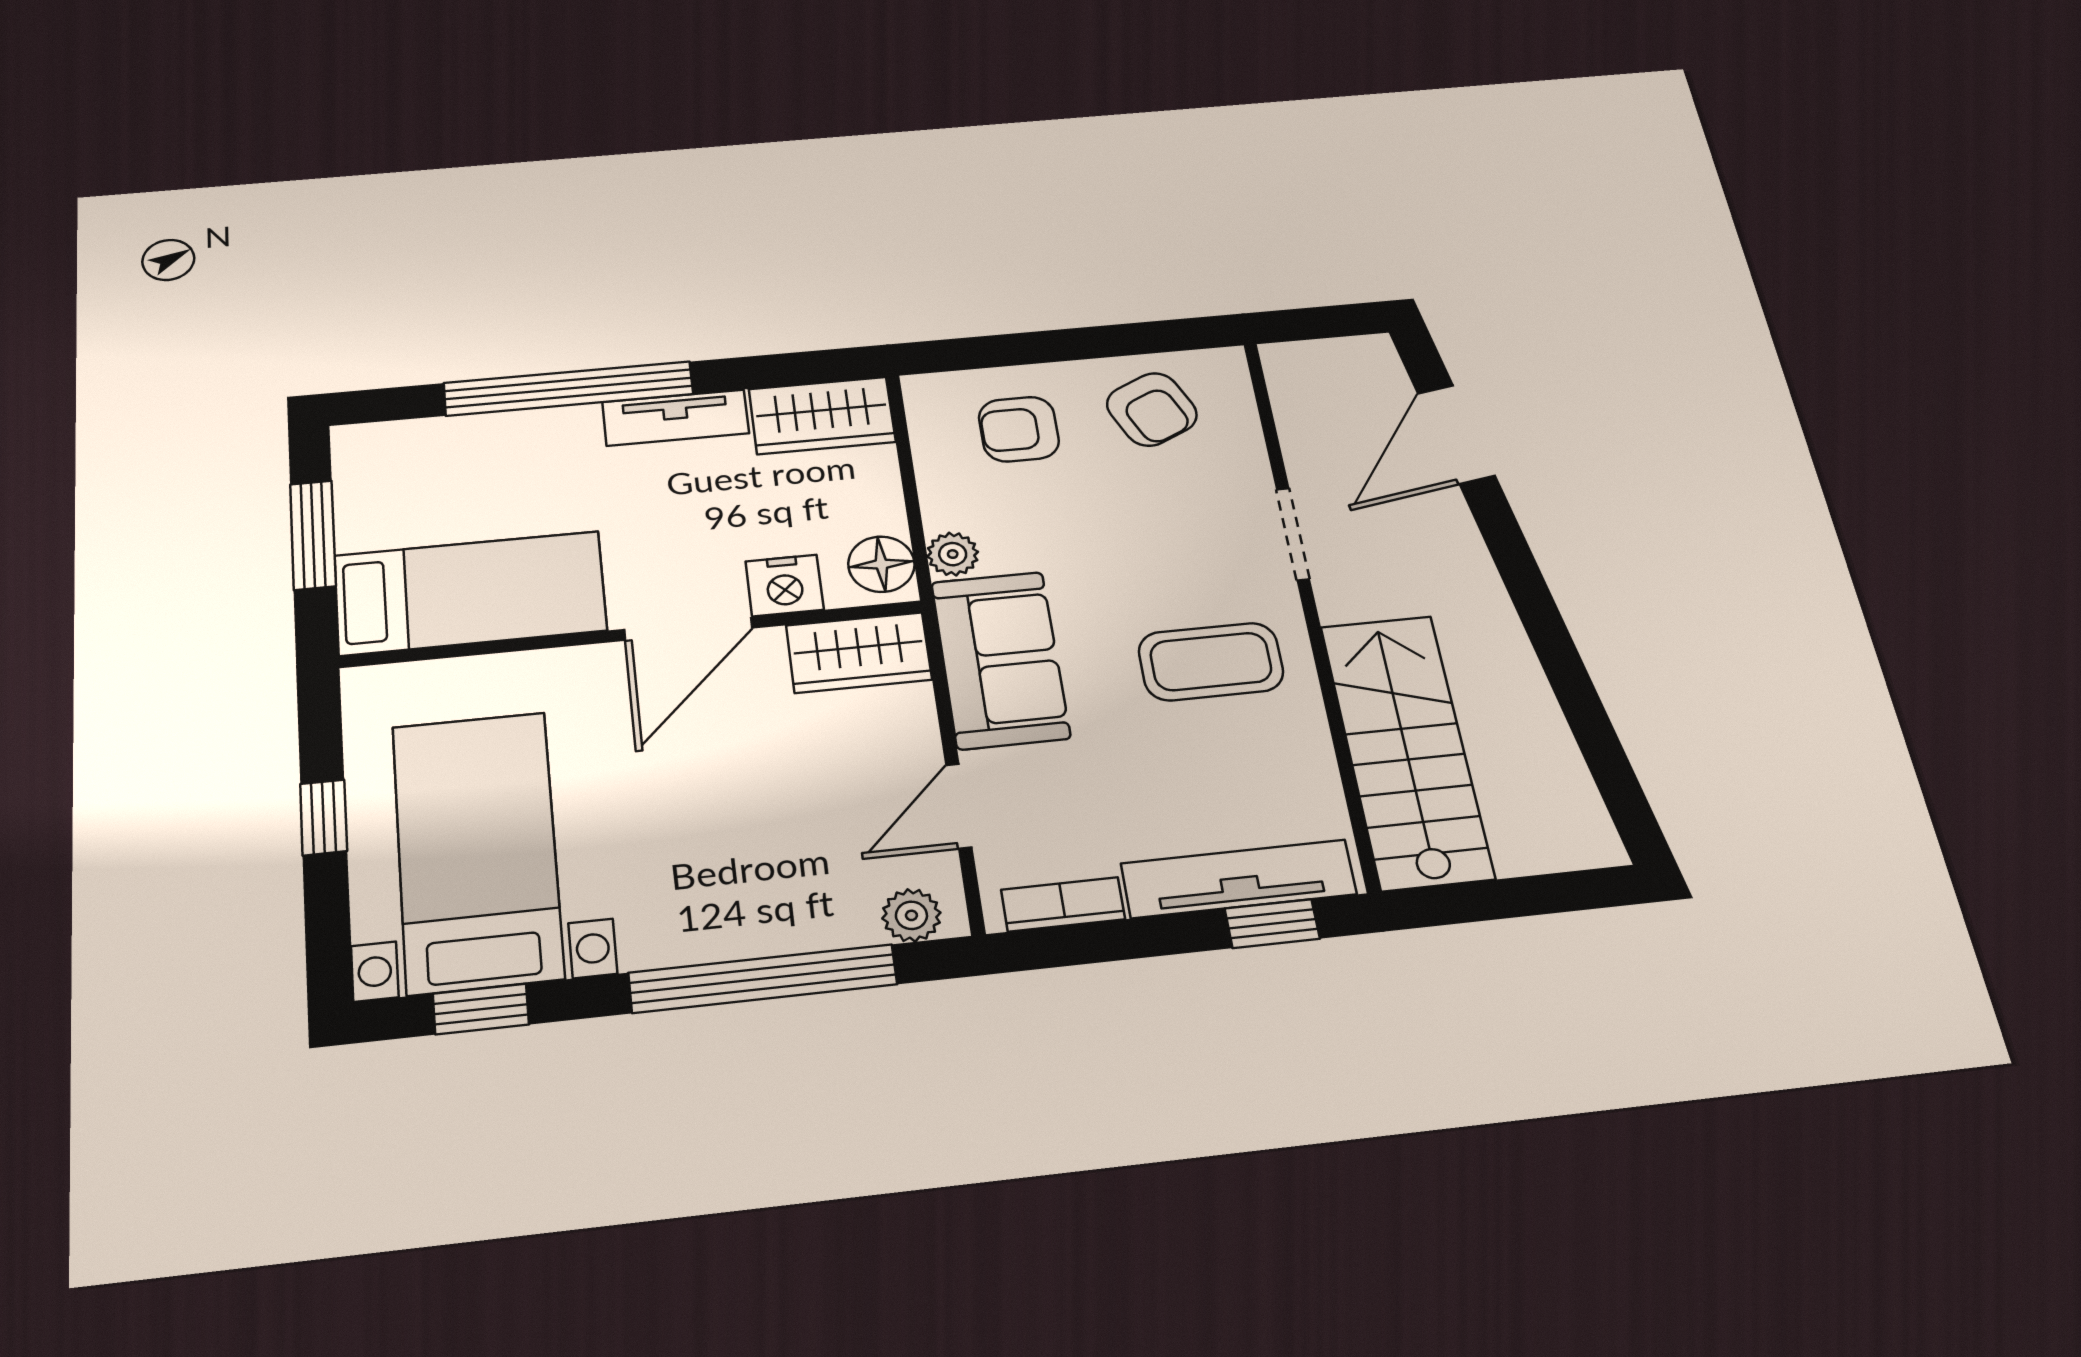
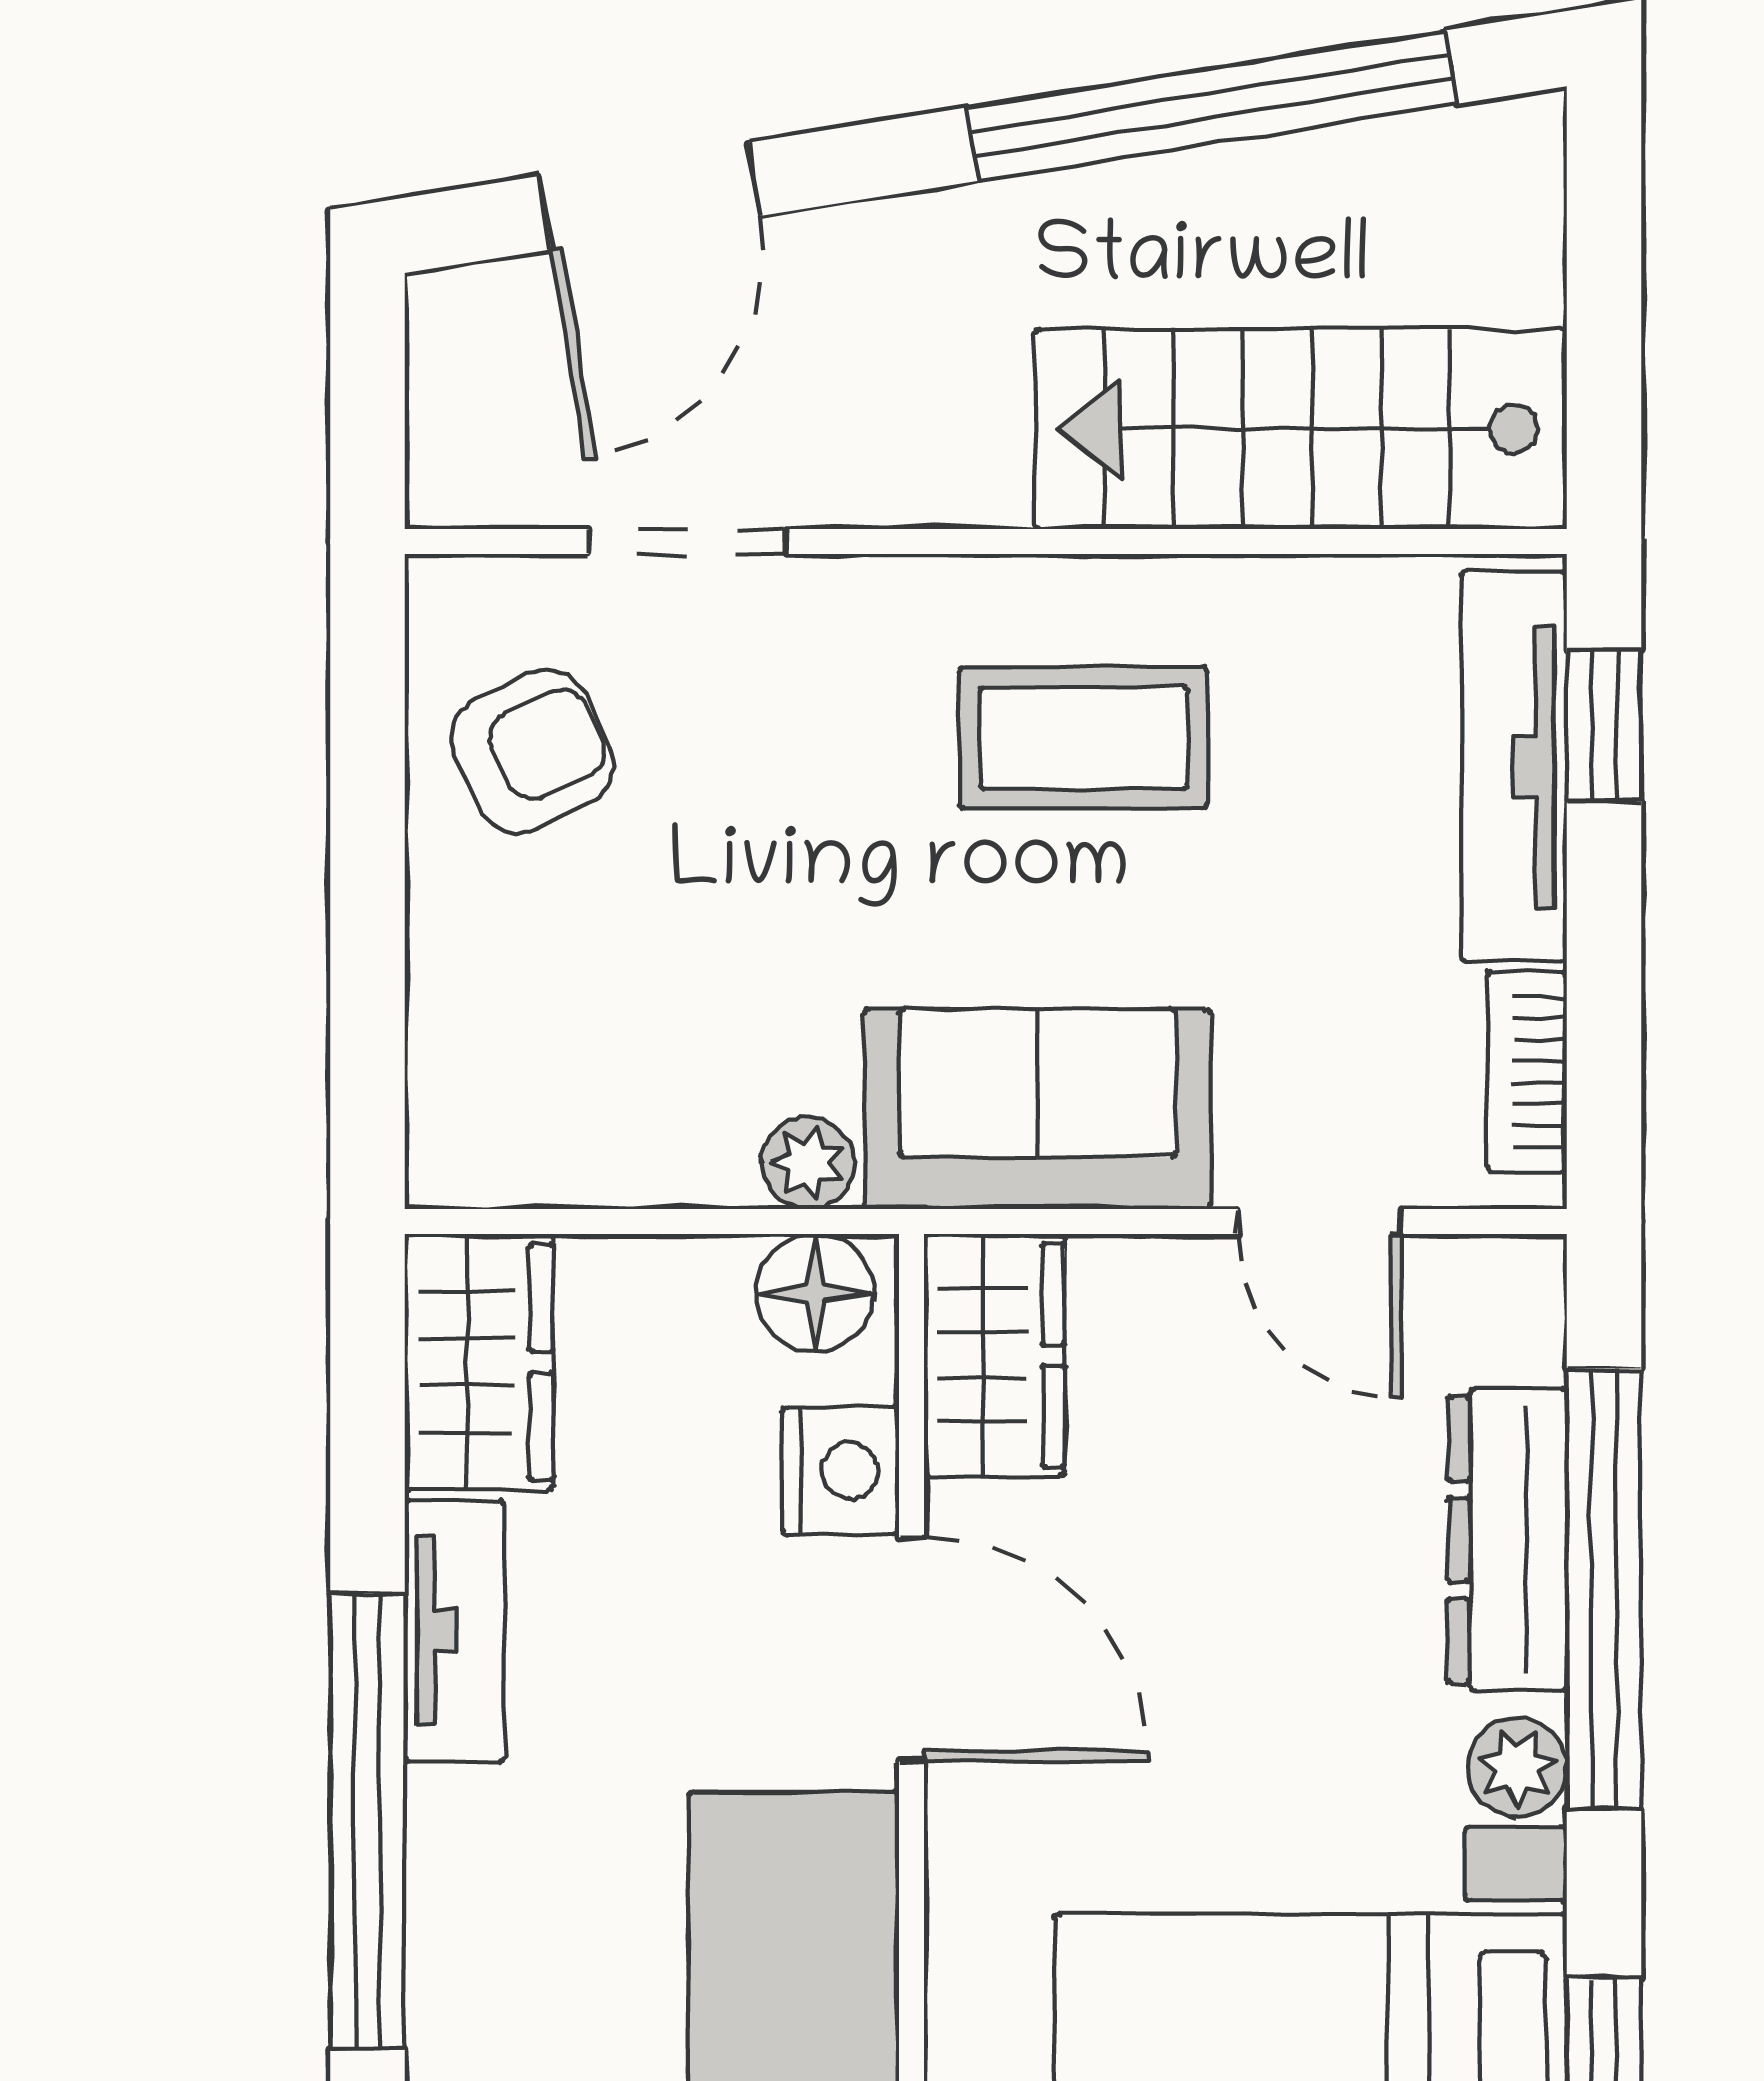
armchair: (1019, 429) -> (549, 1004), removed
door: (1456, 434) -> (650, 196), hinge flipped
doorway: (1293, 534) -> (688, 541), moved
coffee table: (1211, 662) -> (1084, 738), turned 90
window: (1574, 689) -> (1212, 106), added
plant: (911, 915) -> (1517, 1767), moved
dresser: (786, 924) -> (1508, 1540), added

